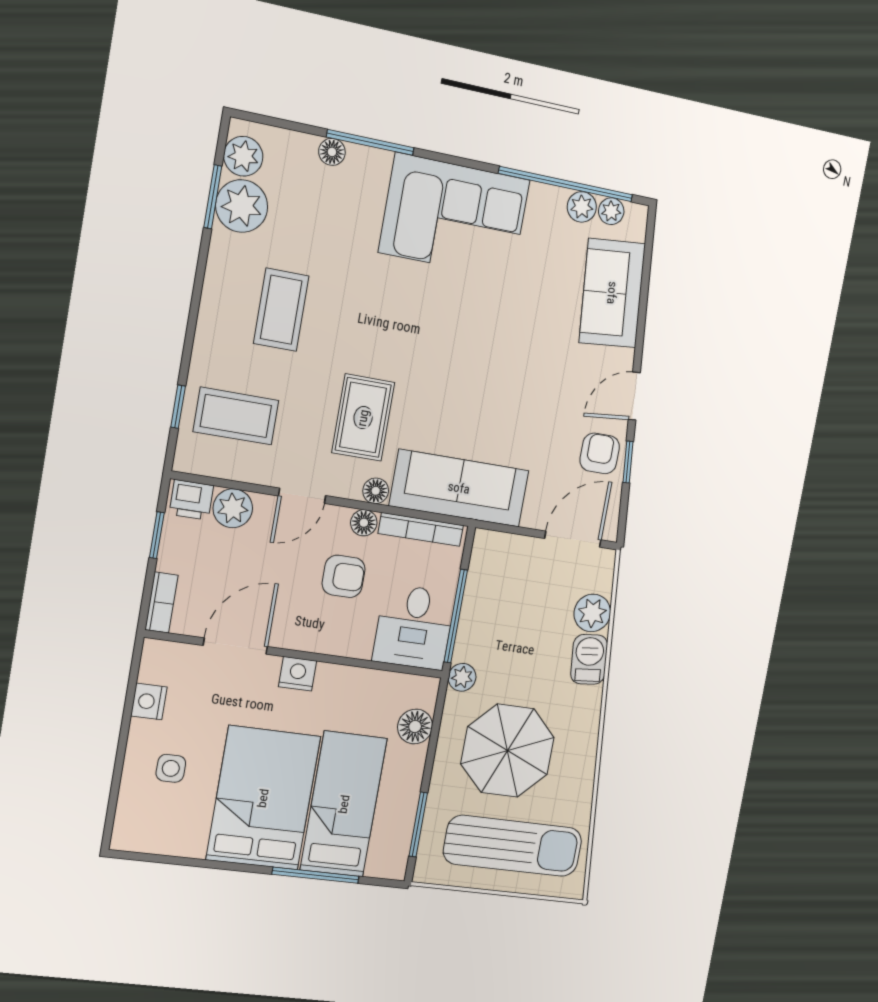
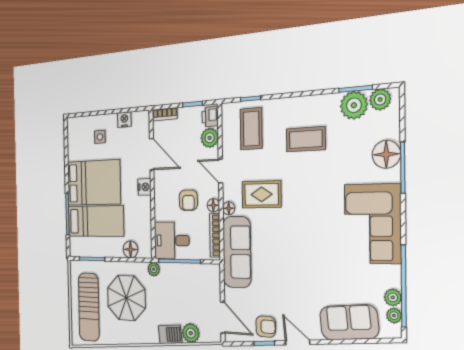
floor lamp: (332, 152) -> (386, 154), width x1.89, depth x1.89

